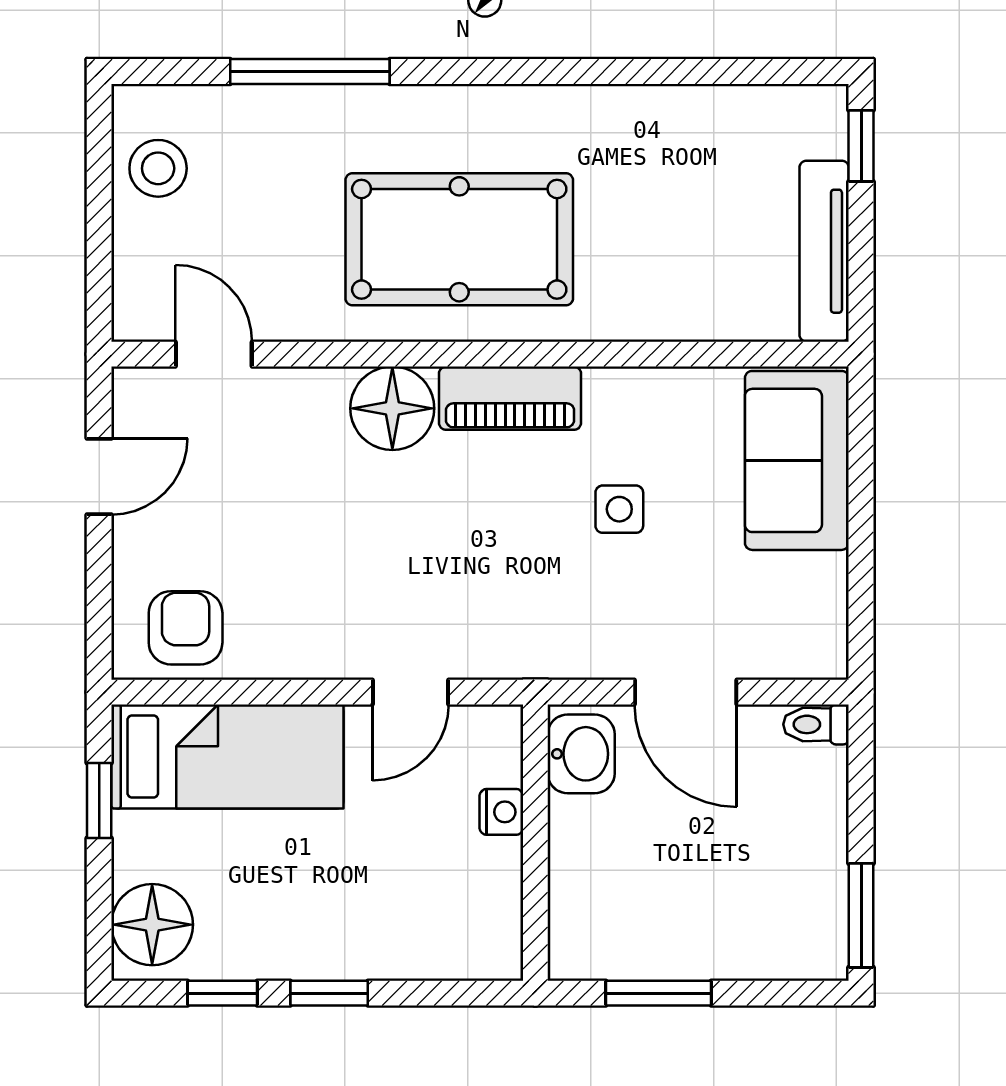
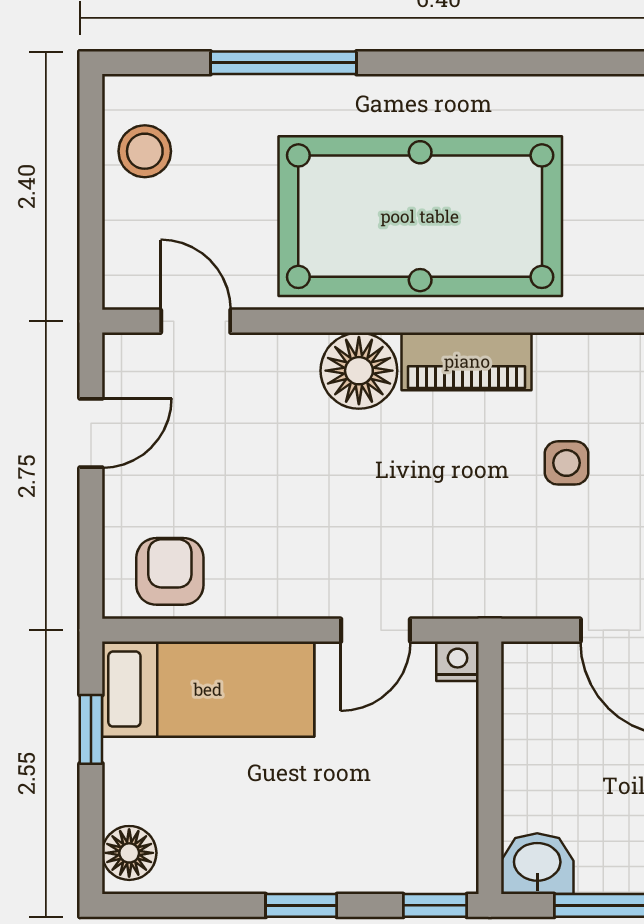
pool table: (459, 239) -> (420, 216), width x1.36, depth x1.32
washbasin: (581, 754) -> (537, 864), moved, turned -90
nightstand: (501, 812) -> (458, 661), moved, turned -90
floor lamp: (152, 925) -> (129, 853), width x0.73, depth x0.73
window: (222, 993) -> (435, 905), moved

